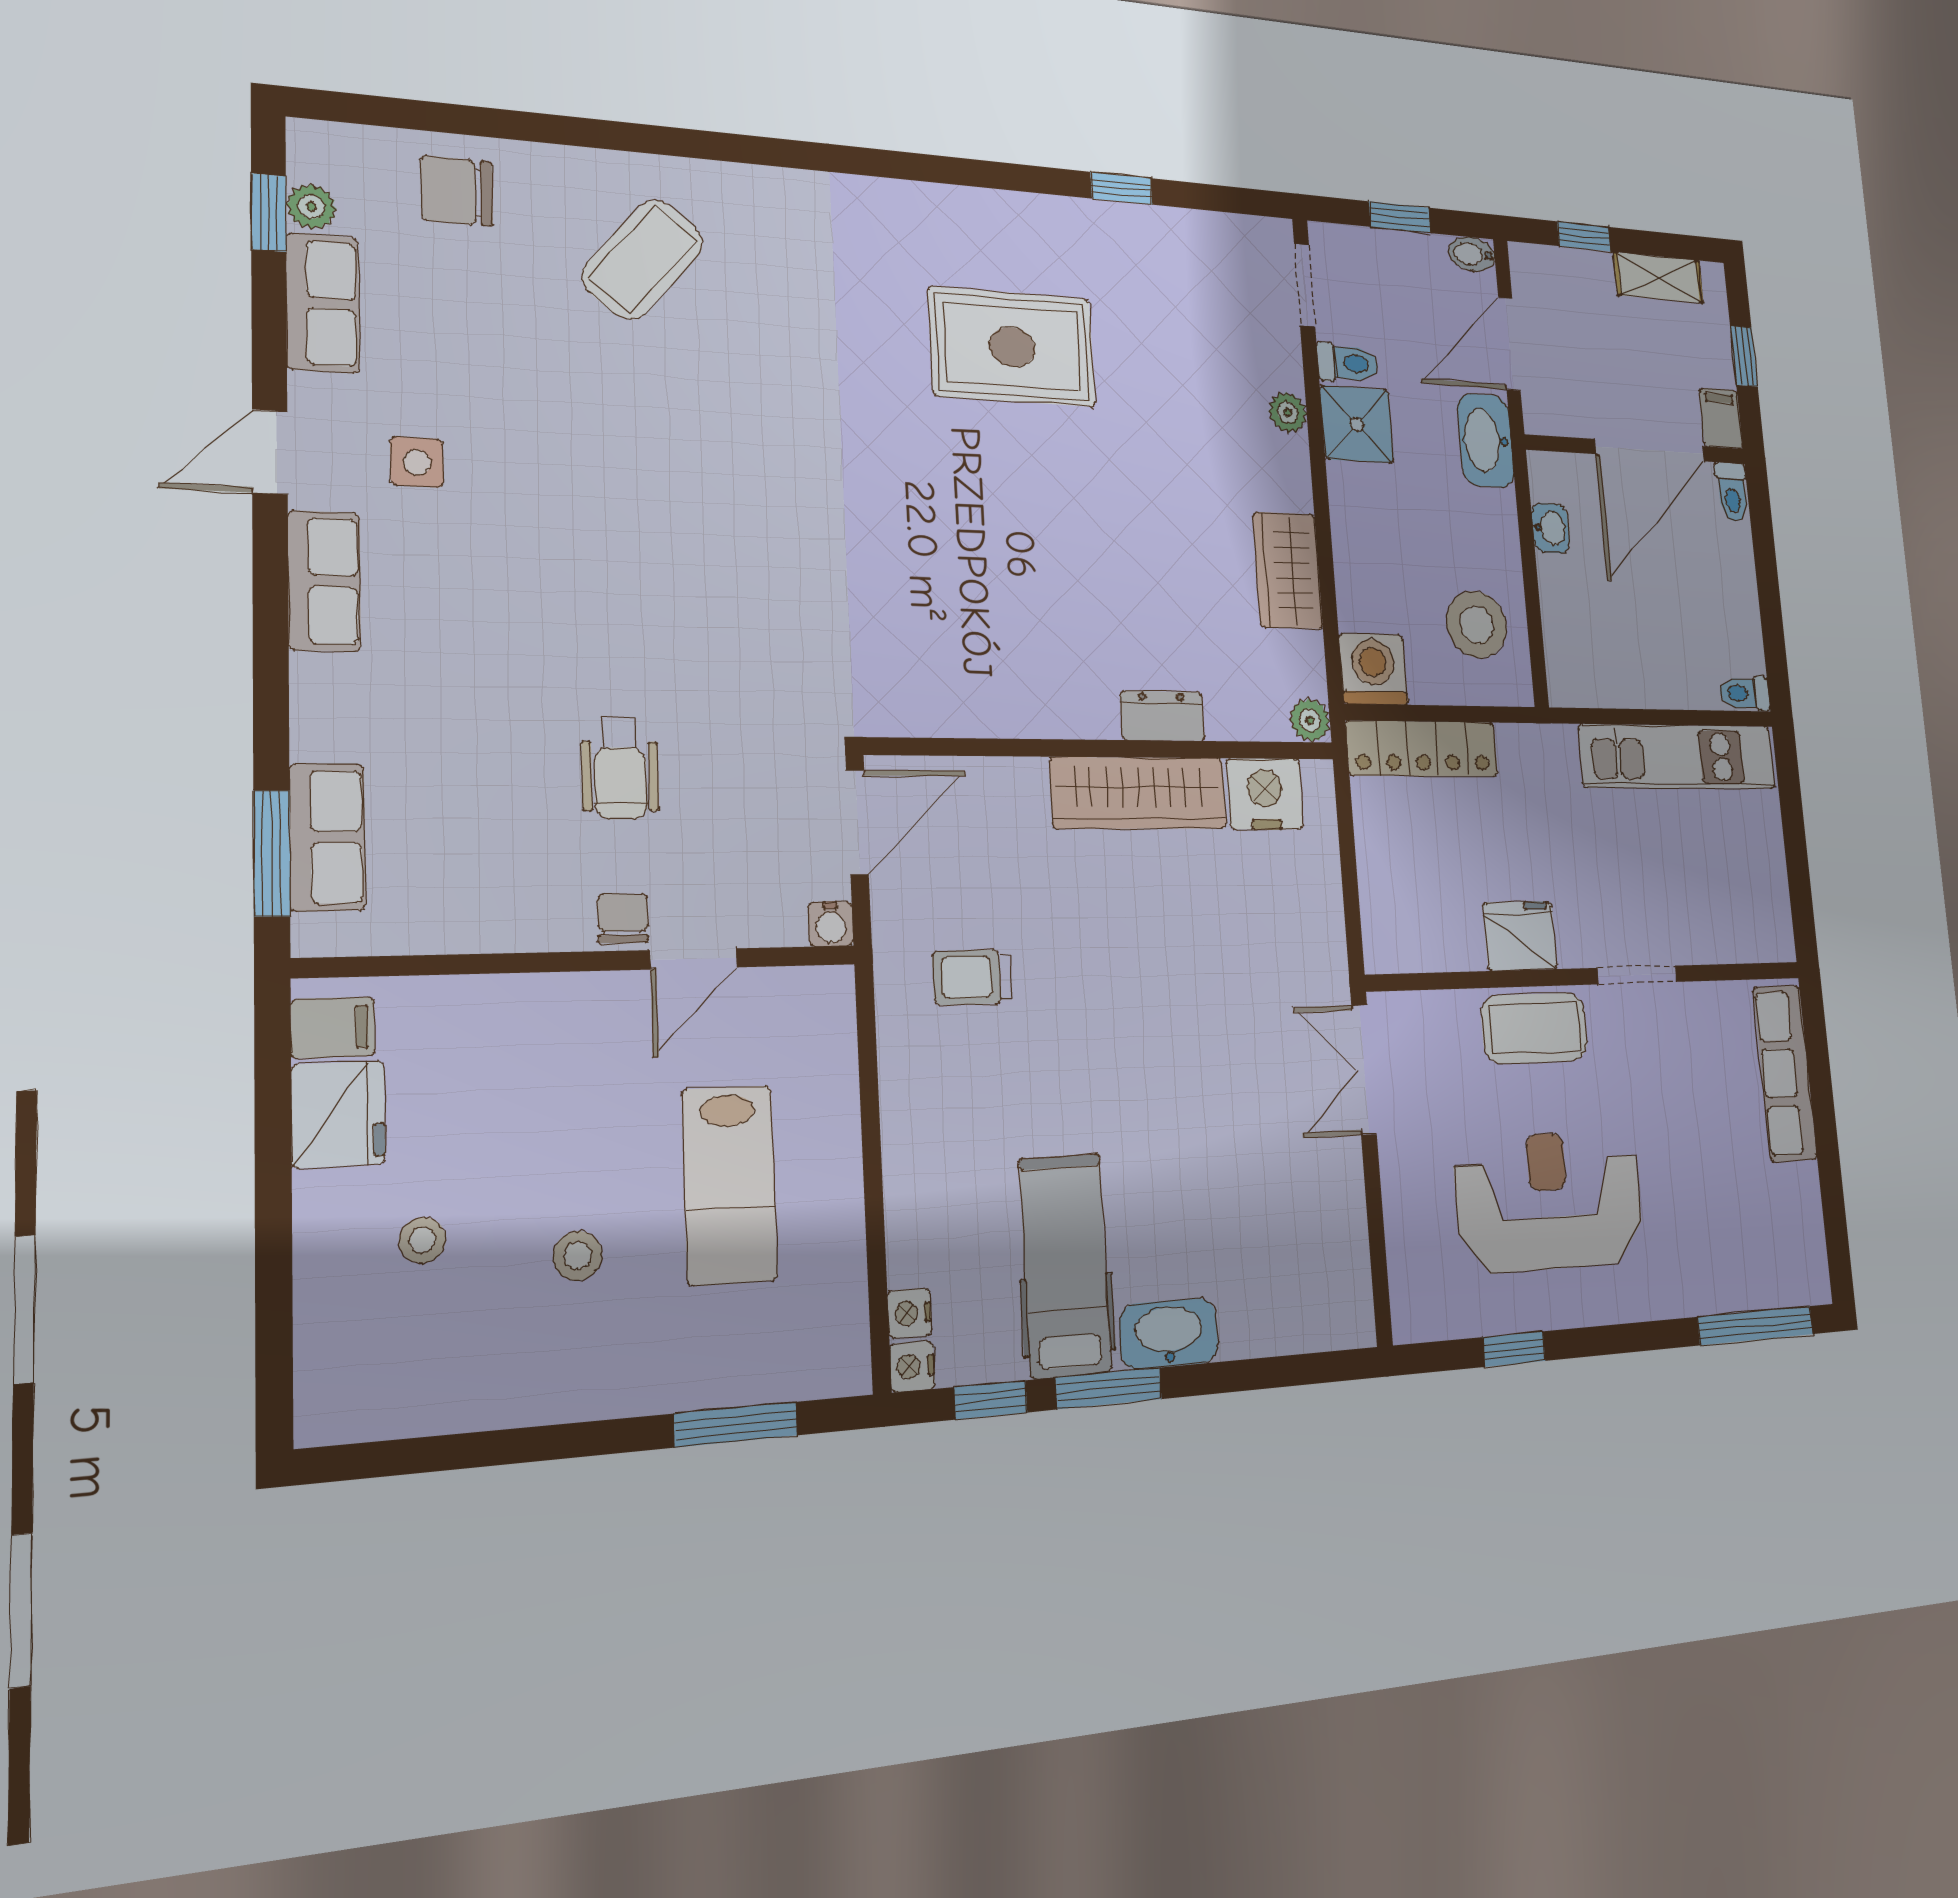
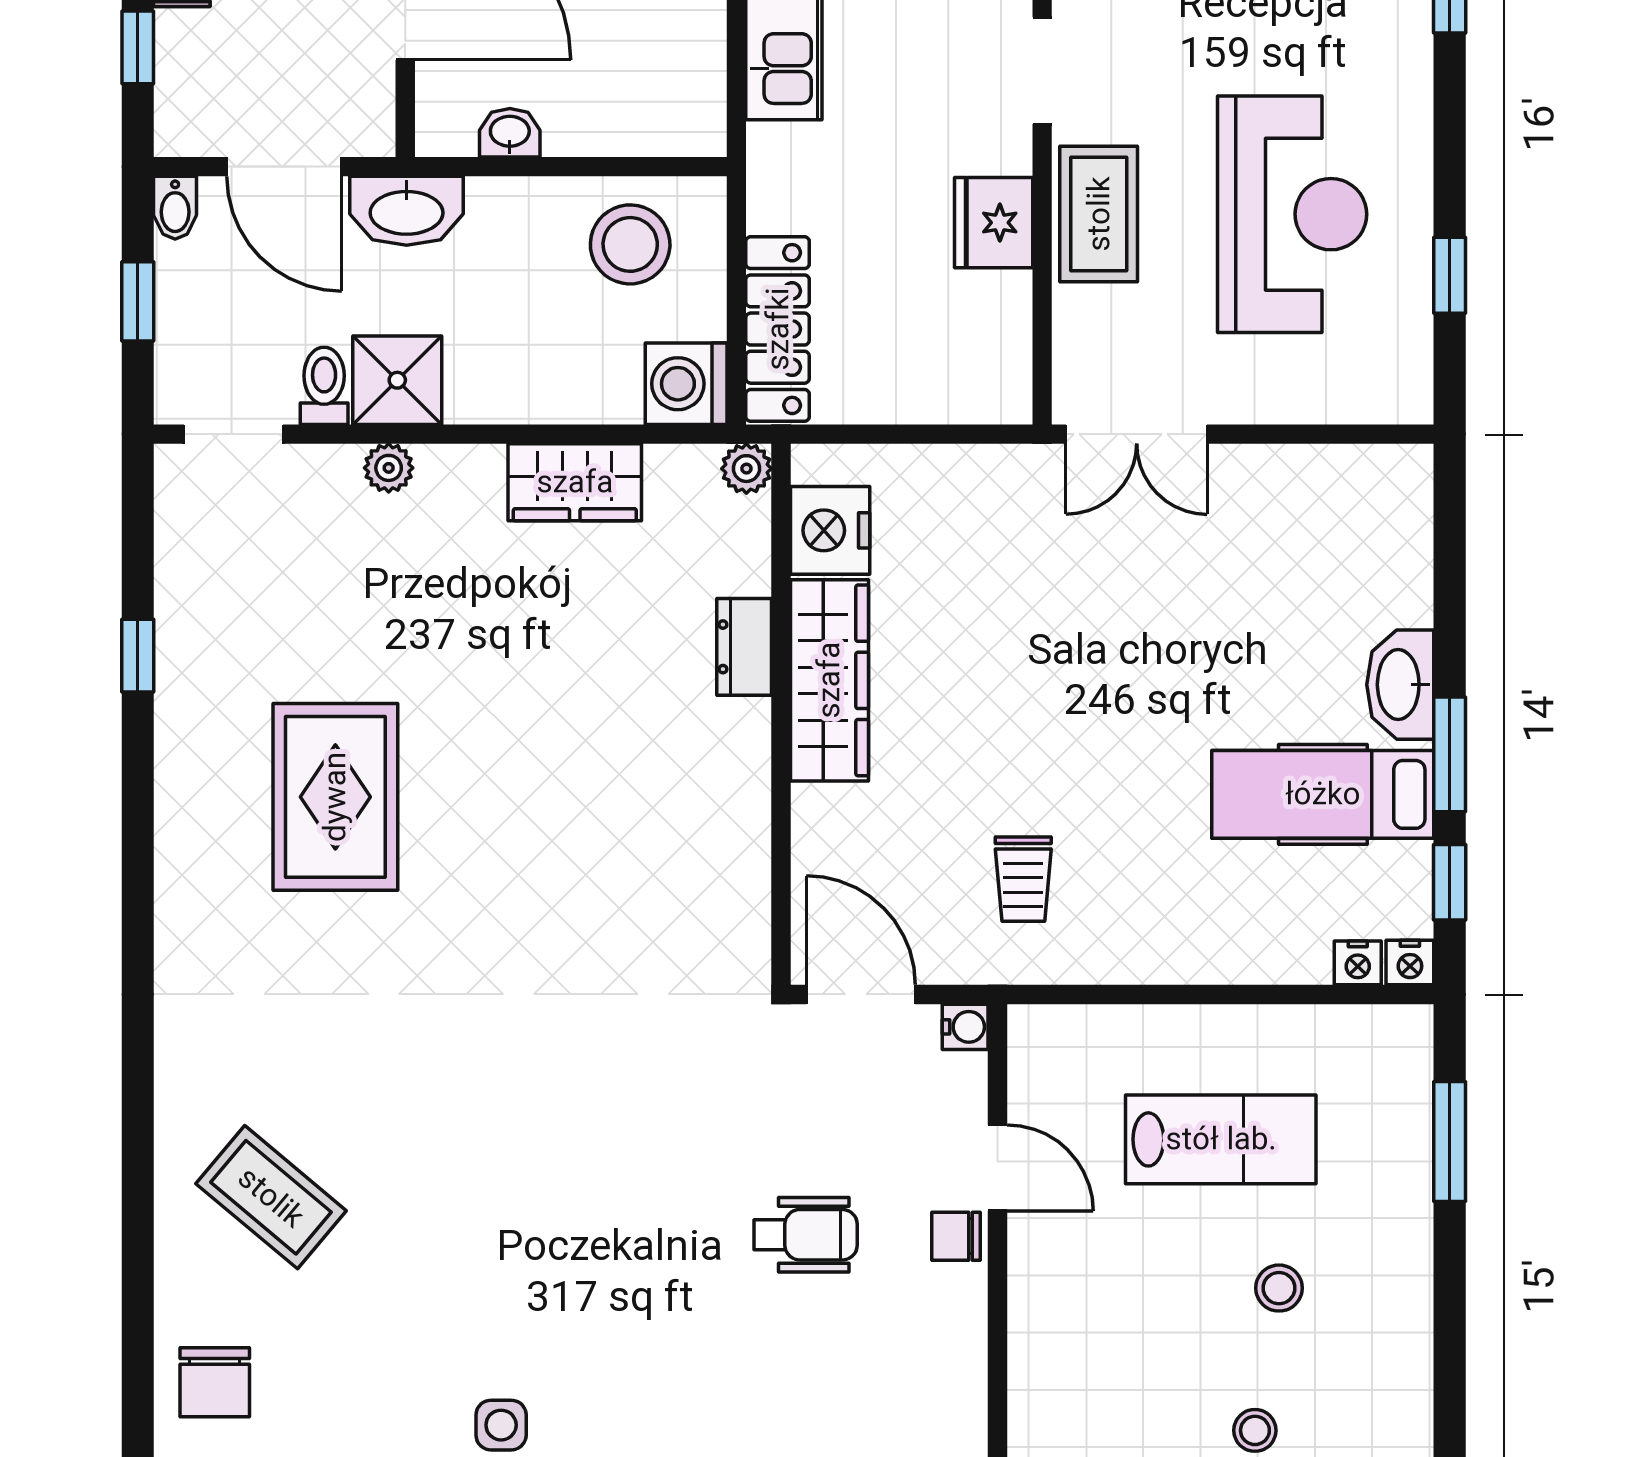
reception desk: (1549, 1201) -> (1292, 214), turned 180

